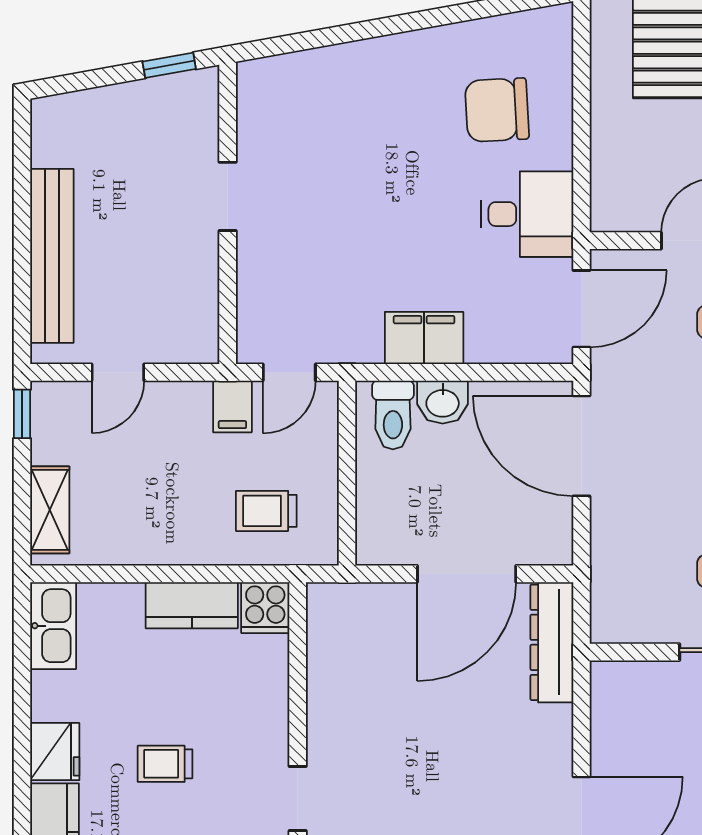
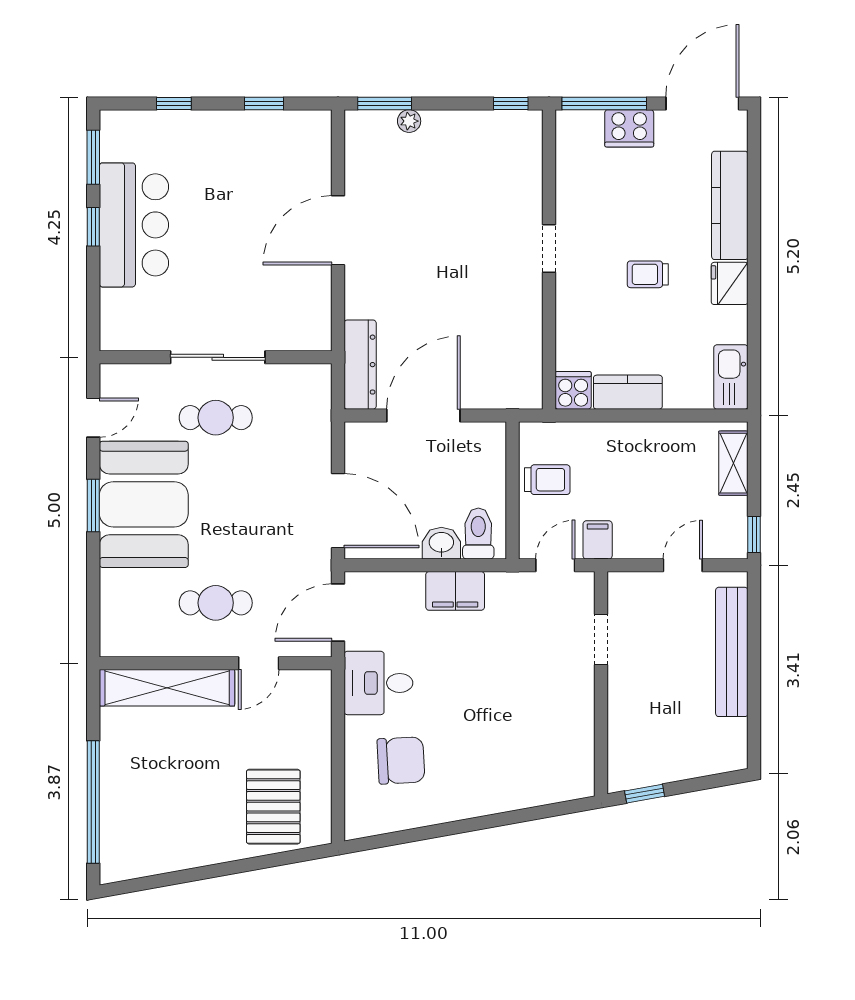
doorway: (228, 196) -> (601, 639), moved
trolley: (266, 511) -> (547, 480), moved
trolley: (165, 764) -> (648, 274), turned 180

